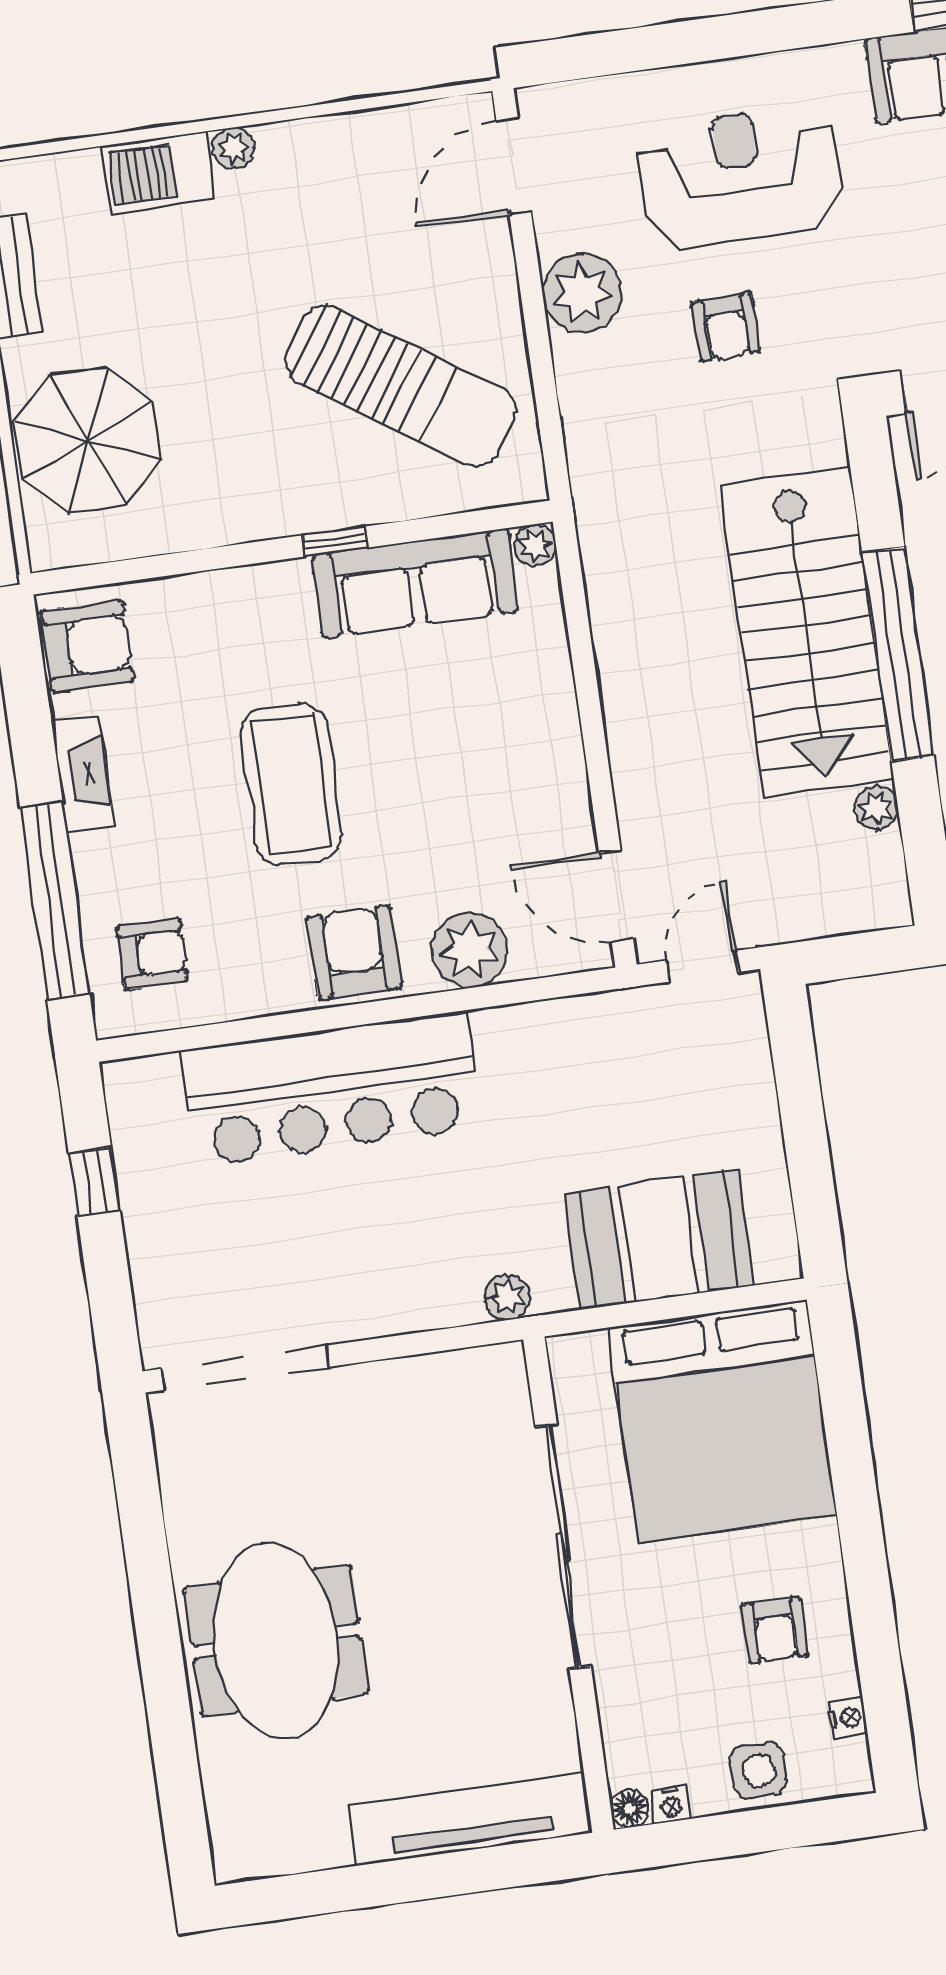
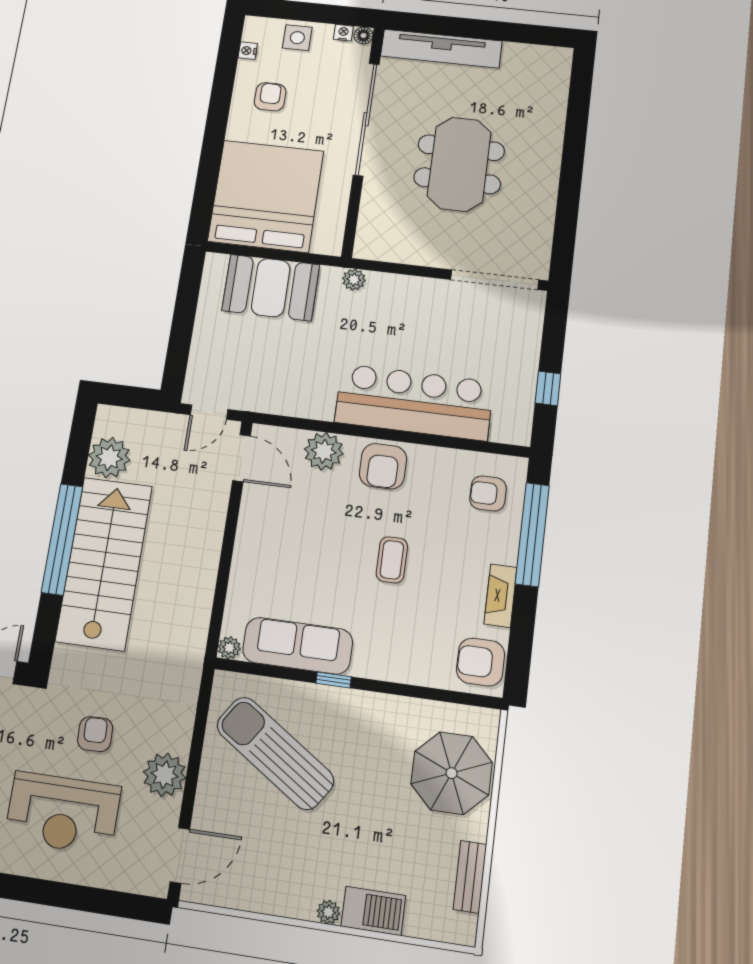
coffee table: (291, 784) -> (392, 560), width x0.54, depth x0.58
plant: (876, 808) -> (109, 458), width x1.88, depth x1.88
sliding door: (563, 1547) -> (366, 119), moved
meeting table: (276, 1641) -> (459, 164), moved

